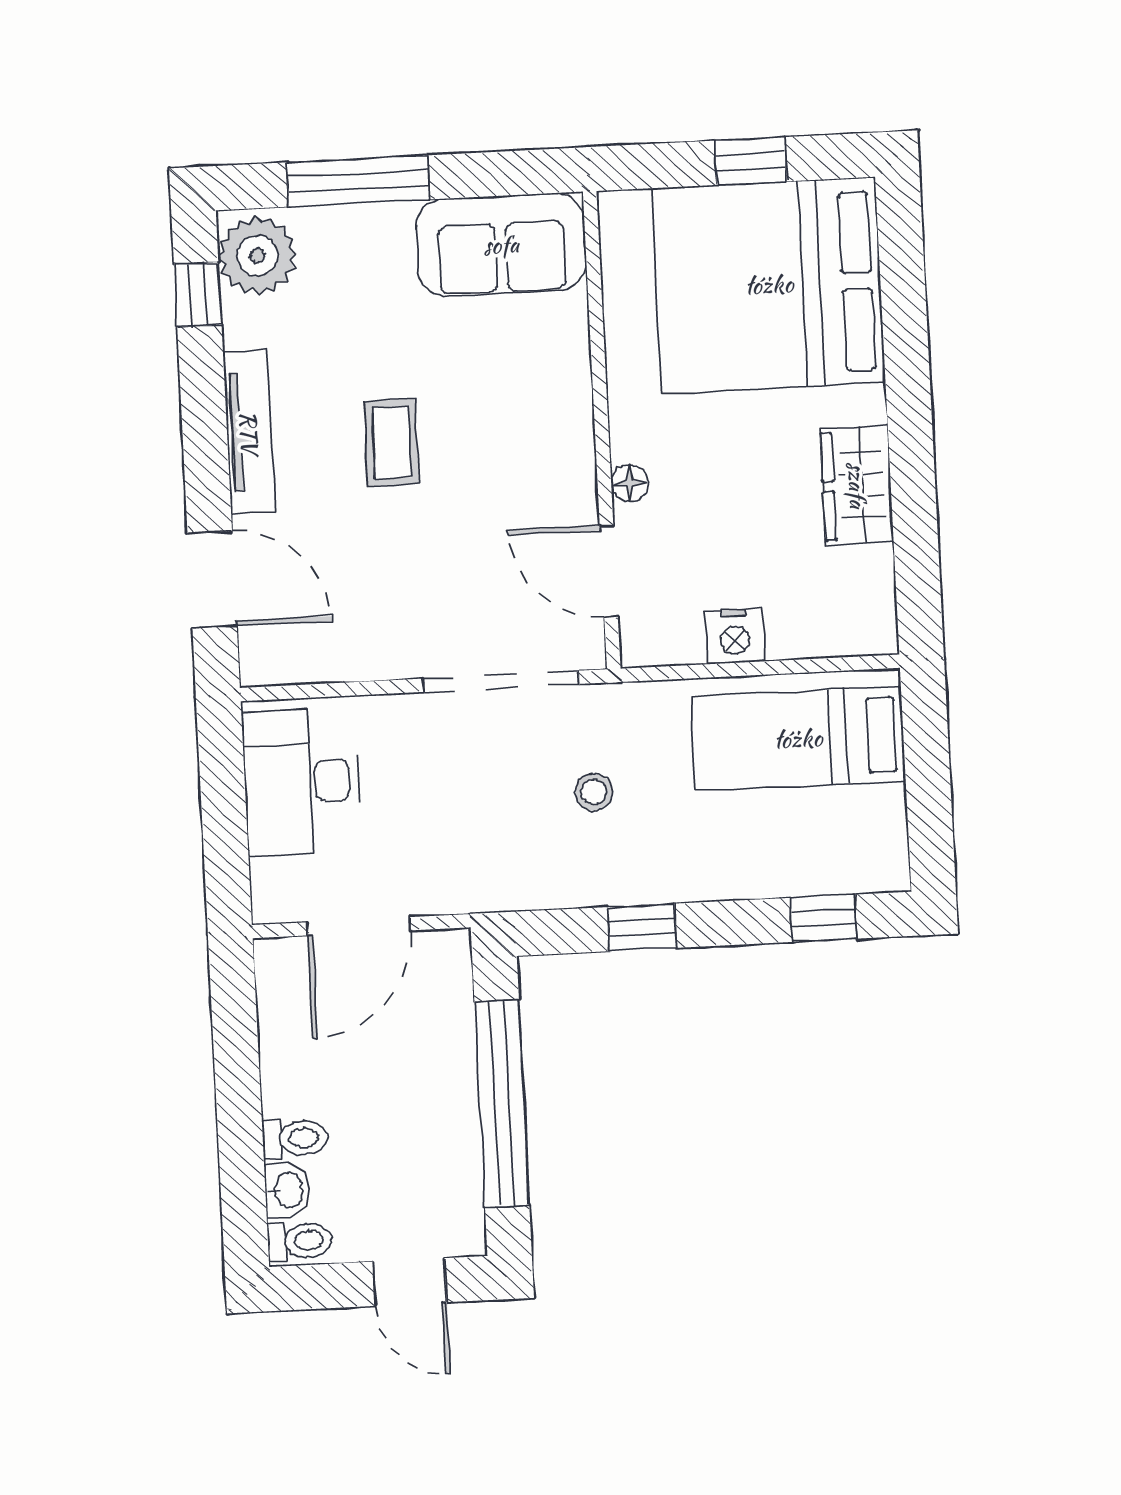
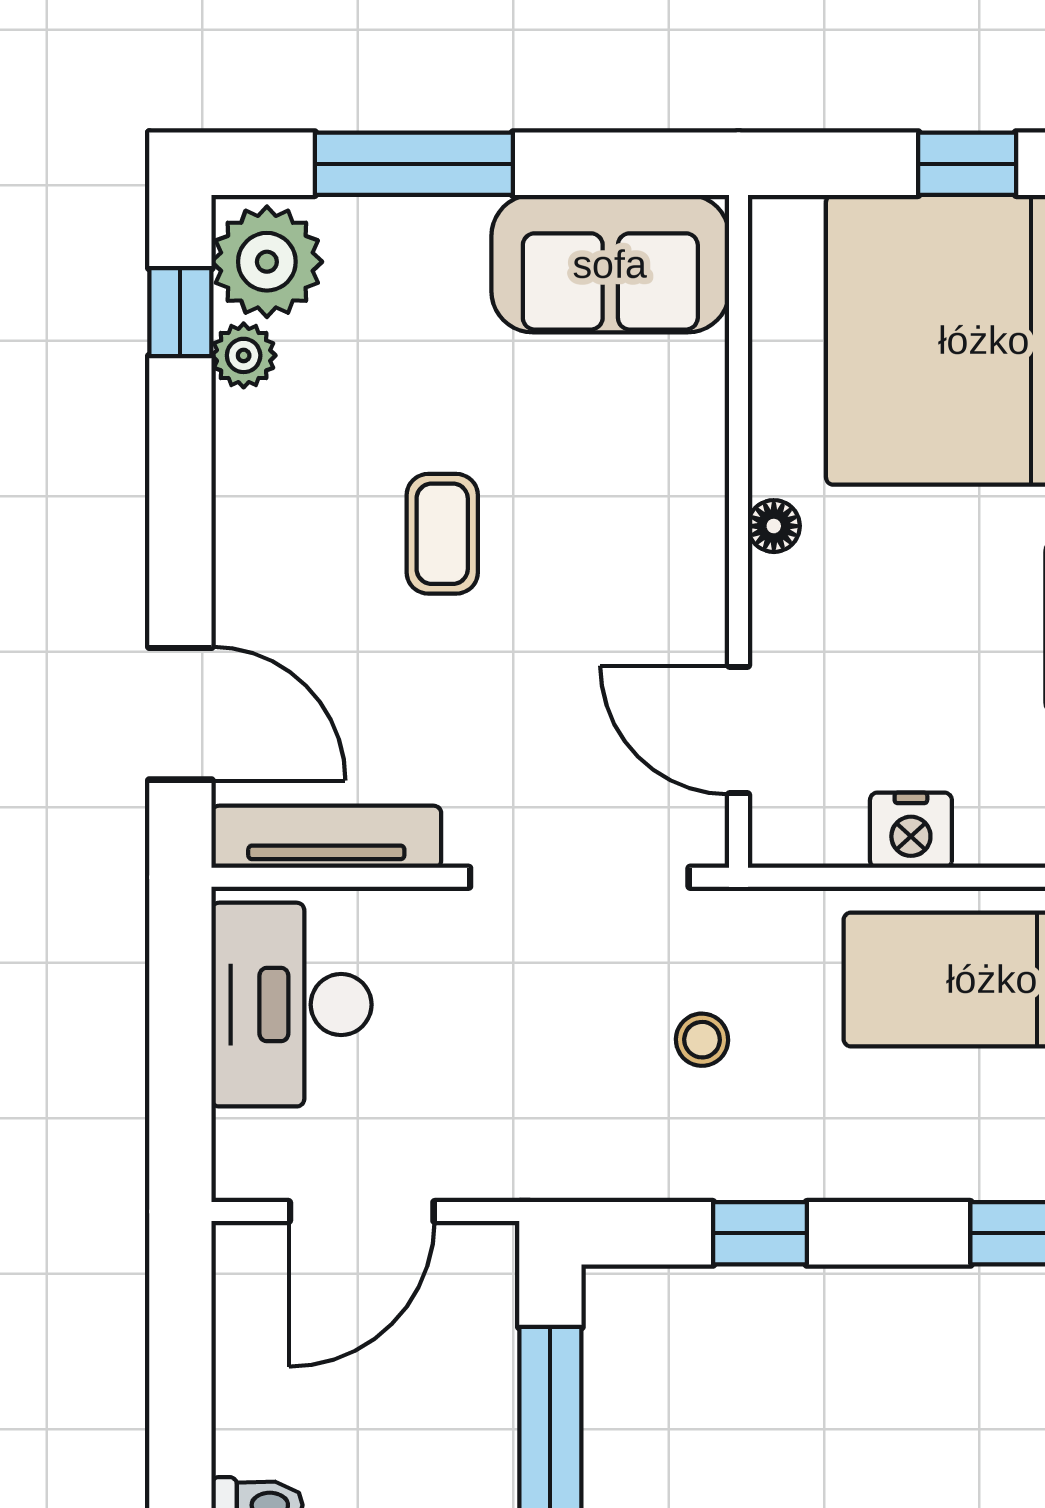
plant: (244, 323) -> (244, 355), added
tv unit: (249, 432) -> (326, 837), moved, turned -90
floor lamp: (629, 483) -> (774, 526), moved

